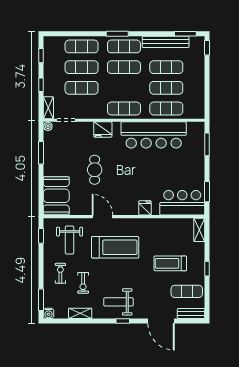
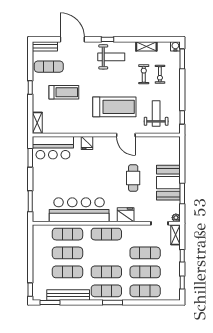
booth: (56, 196) -> (168, 183), moved
treadmill: (115, 247) -> (114, 107), turned 180
exercise bike: (60, 273) -> (160, 74), moved

